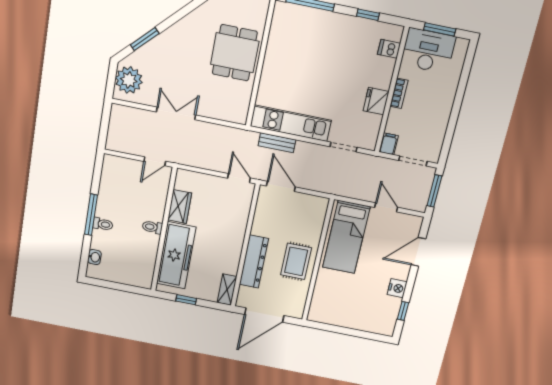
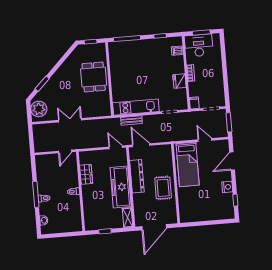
freezer: (176, 255) -> (121, 187), moved, turned 180
dresser: (254, 262) -> (137, 176), moved

